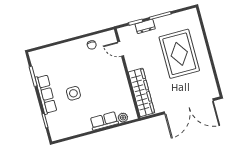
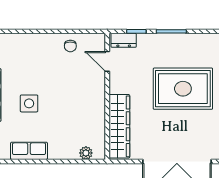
dresser: (145, 26) -> (124, 40), moved
rug: (179, 54) -> (183, 89), turned 90
row of seats: (104, 121) -> (29, 151), moved

